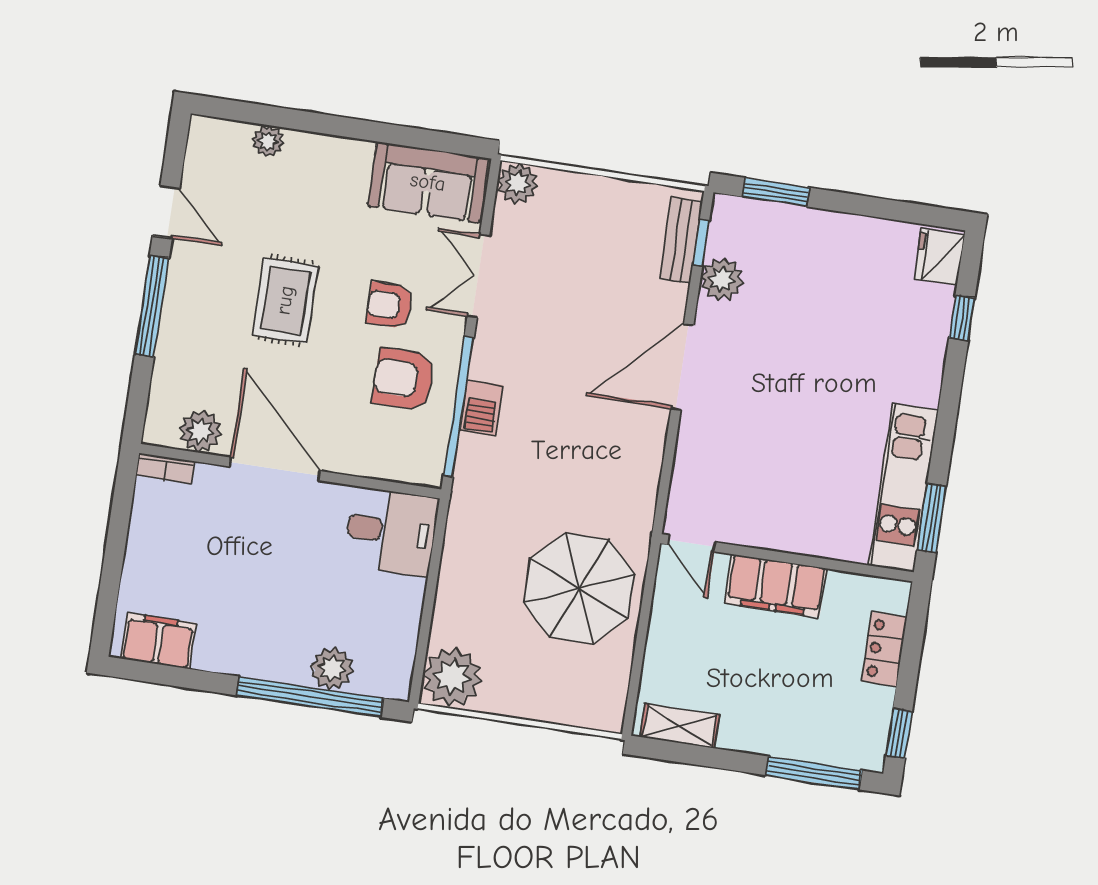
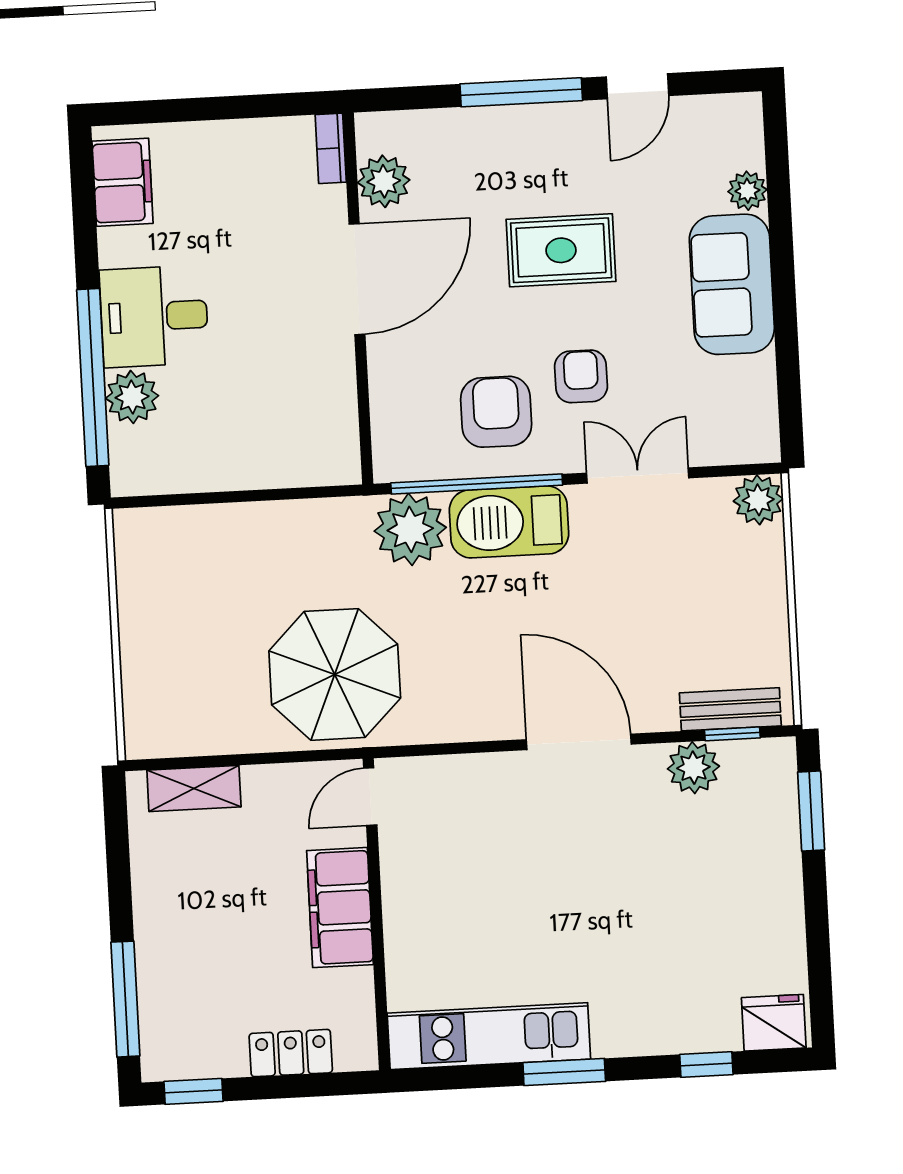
sofa: (428, 182) -> (732, 284), moved
barbecue: (481, 408) -> (509, 522), width x1.88, depth x1.53
window: (932, 518) -> (564, 1072), moved
desk: (391, 532) -> (154, 316), moved, turned 90
parasol: (579, 588) -> (335, 674), moved
plant: (452, 677) -> (410, 529), moved
shelving: (680, 726) -> (194, 788), moved, turned 90

